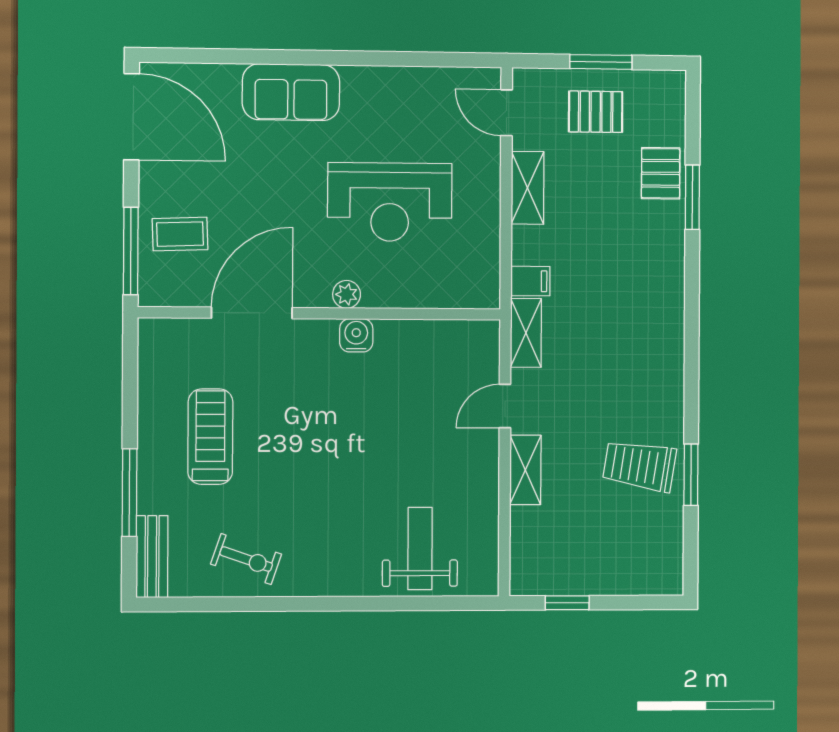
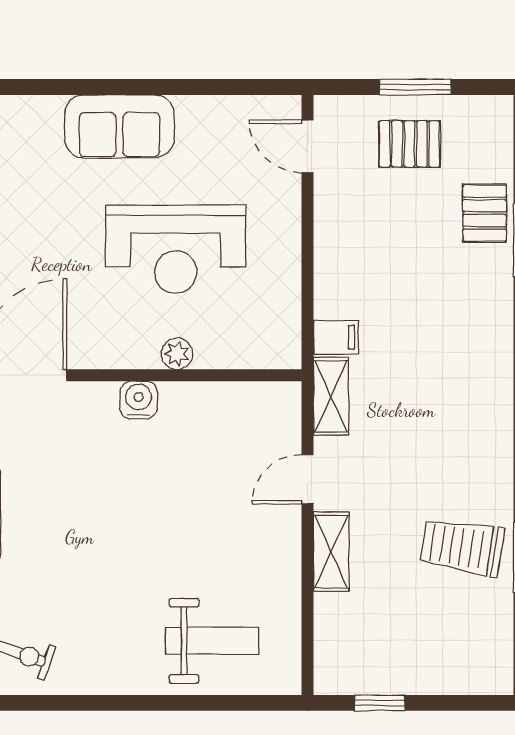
sofa: (291, 92) -> (119, 126), moved
shelving: (528, 188) -> (332, 231), removed
plant: (347, 294) -> (177, 354), moved
weight bench: (420, 549) -> (212, 641), turned 90

